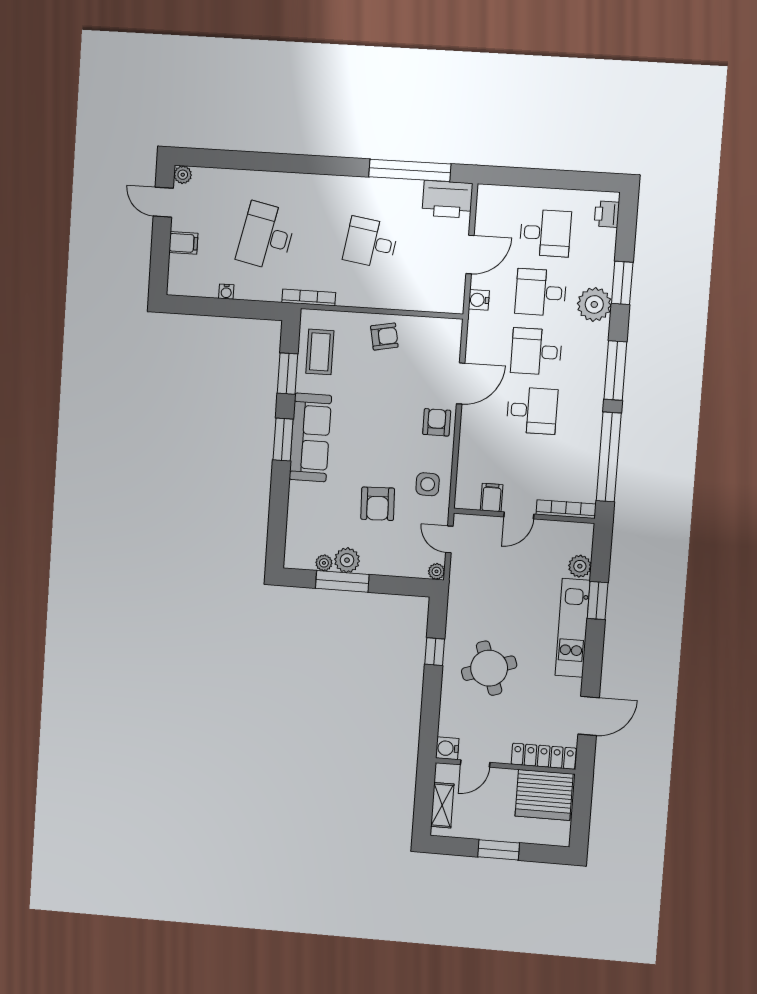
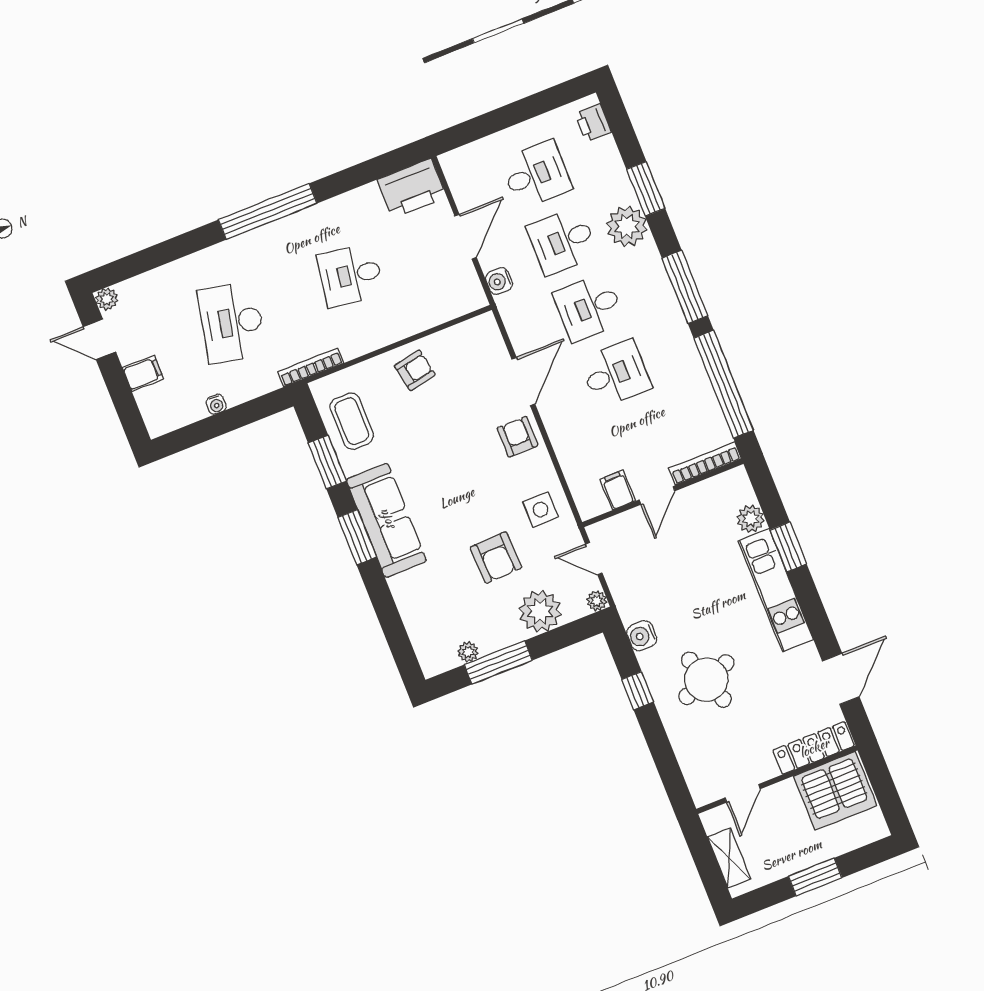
window: (410, 170) -> (268, 211), moved
plant: (347, 560) -> (540, 611), moved, width x1.36, depth x1.36
water cooler: (447, 748) -> (642, 636), moved

